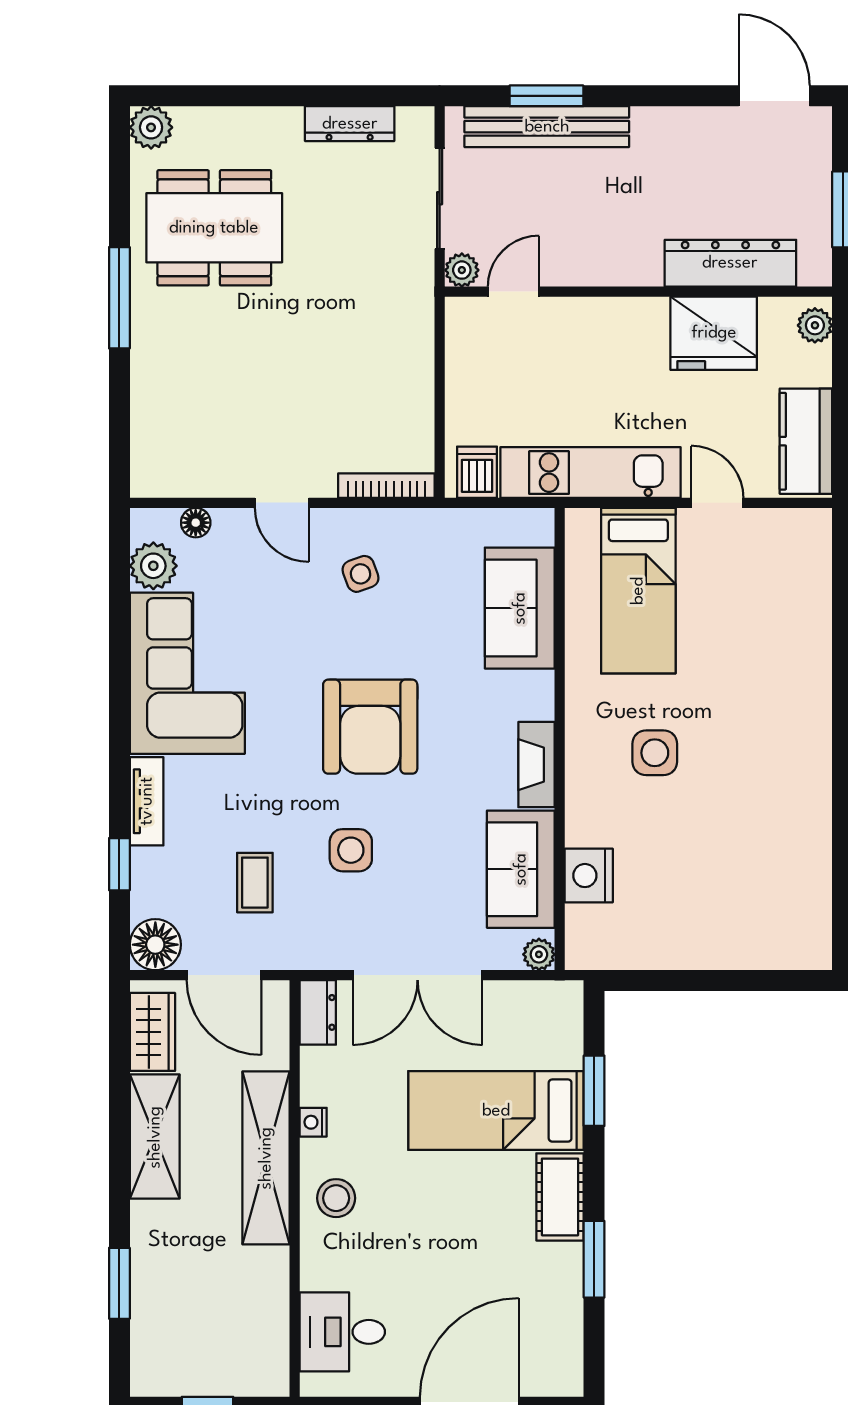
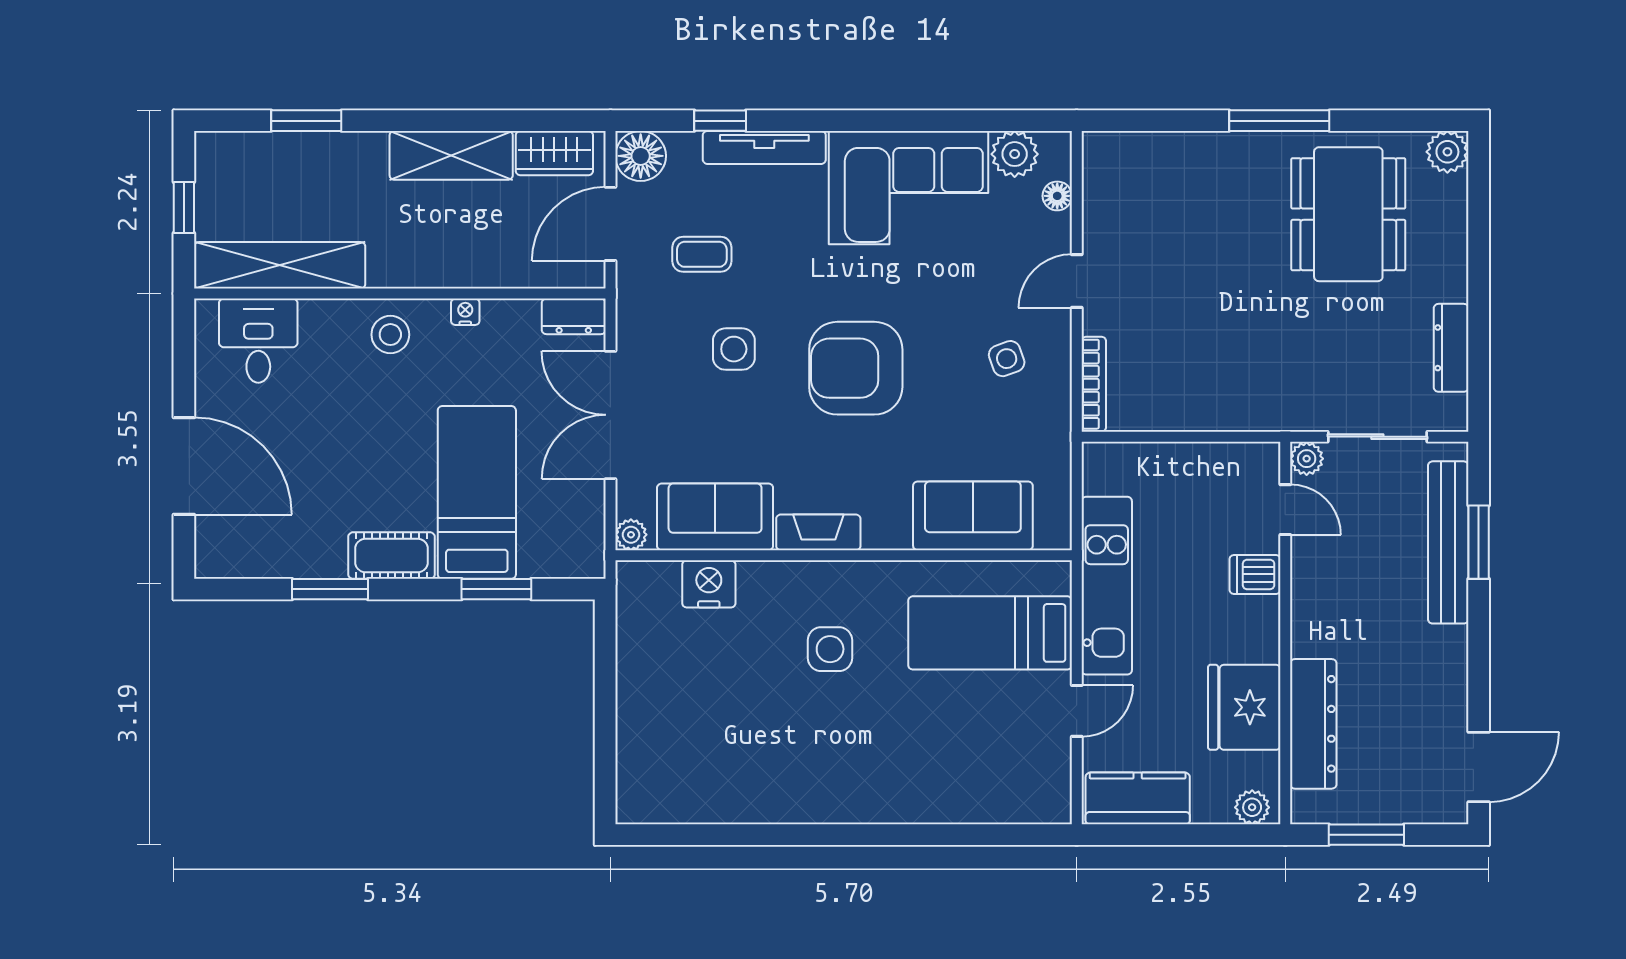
dishwasher: (477, 472) -> (1255, 574), moved, turned 180
tv unit: (147, 801) -> (764, 147), width x1.41
shelving: (266, 1158) -> (280, 265), moved

